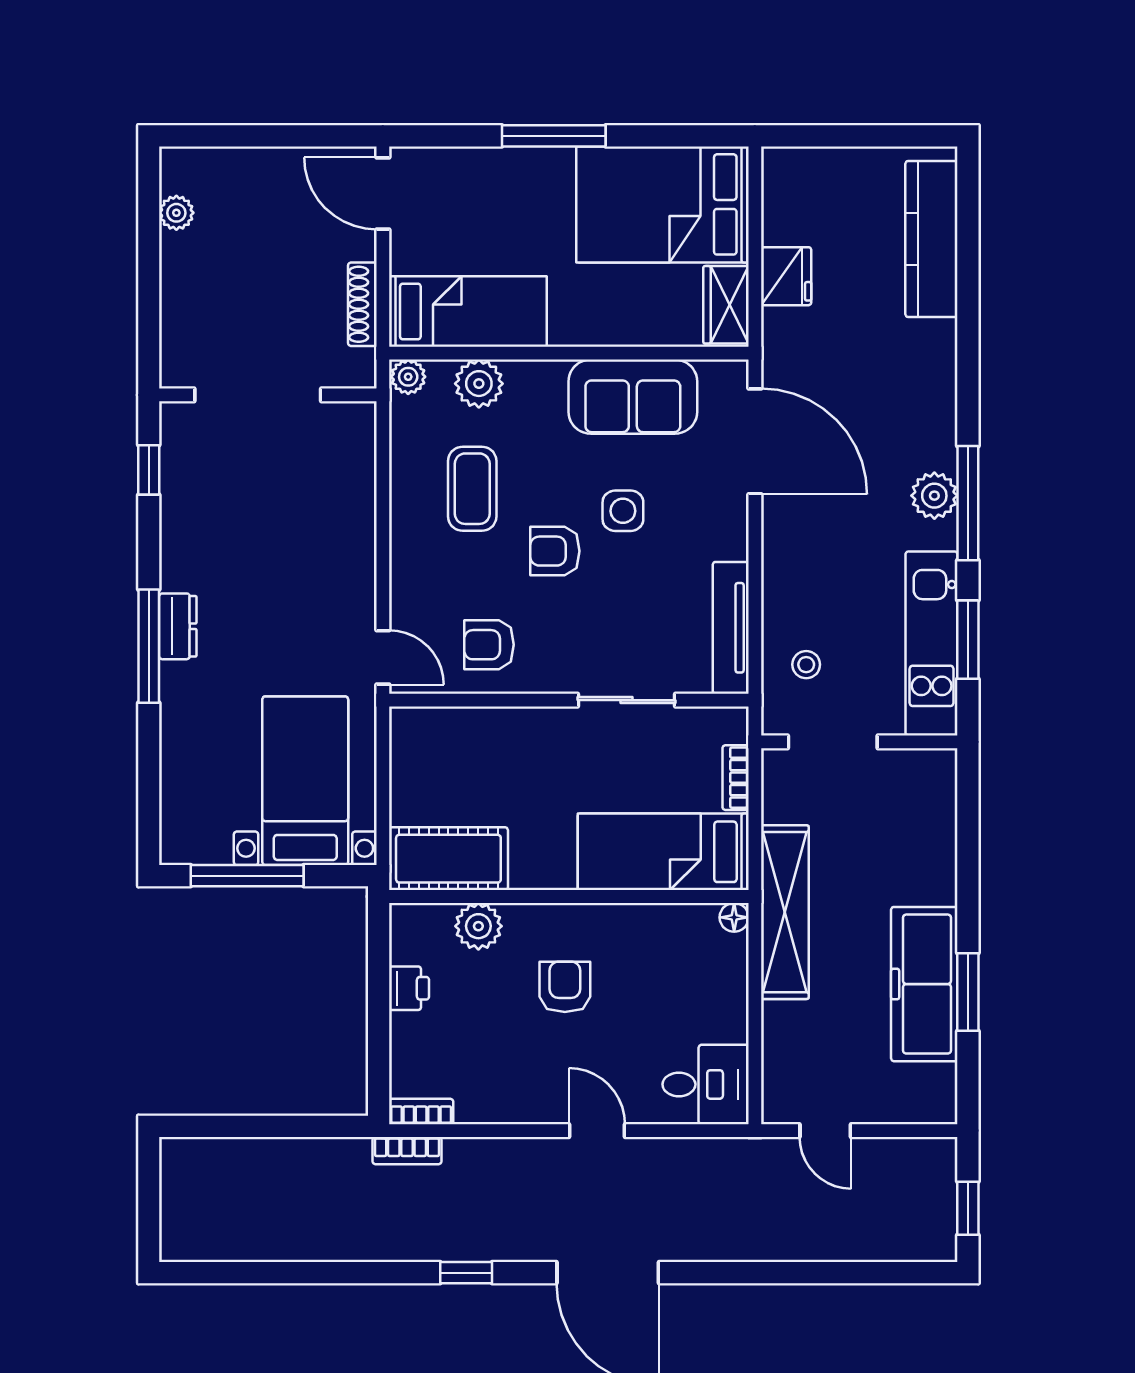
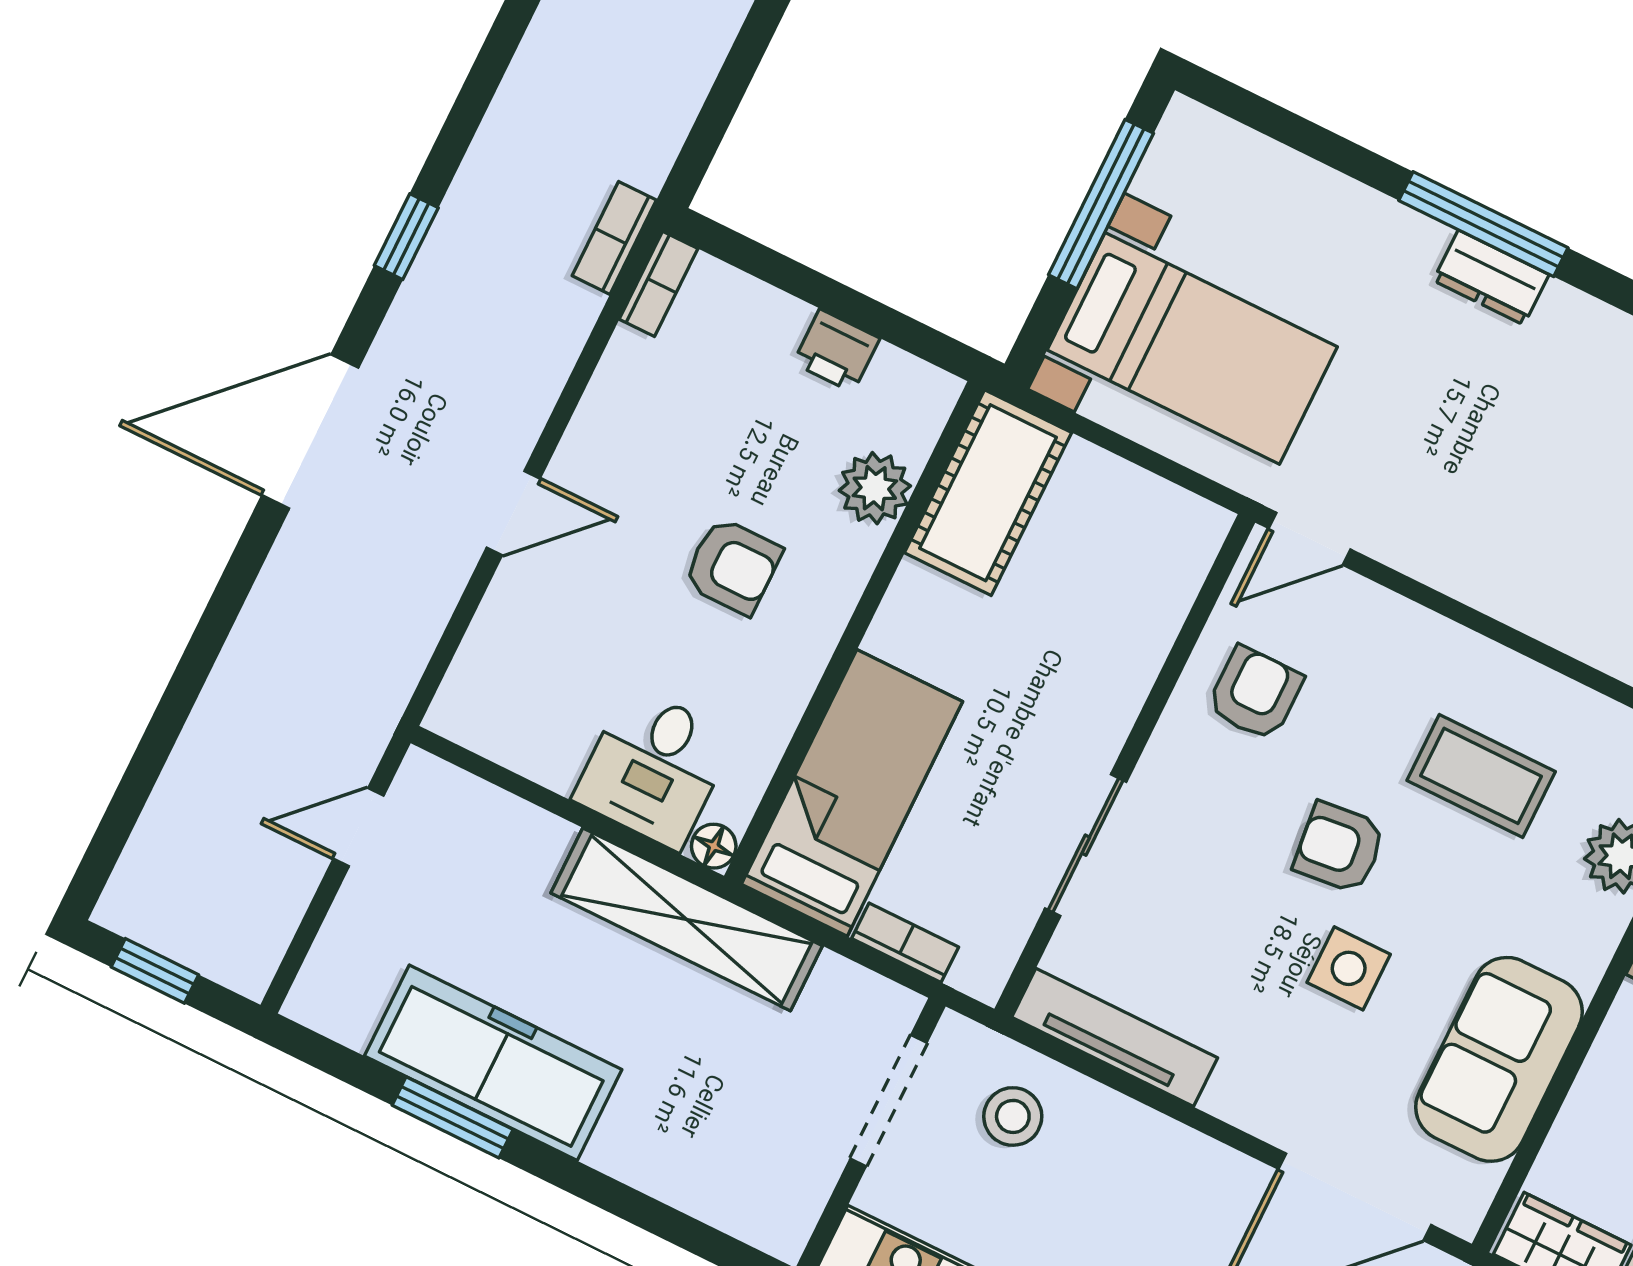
armchair: (555, 551) -> (1339, 848), turned -96
stool: (806, 665) -> (1013, 1116), width x1.37, depth x1.37
desk: (706, 1084) -> (654, 768), moved

